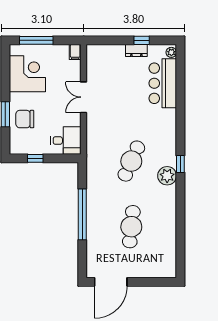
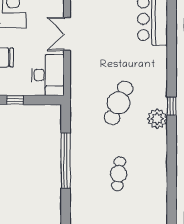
desk: (66, 141) -> (48, 75), width x1.37
cafe table: (131, 227) -> (119, 174), width x0.73, depth x0.74

